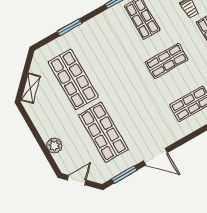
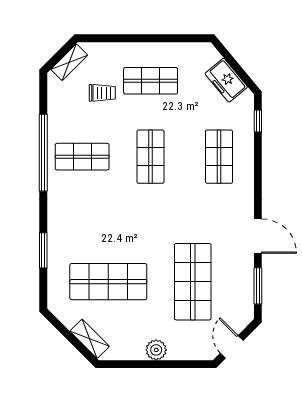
shop shelf: (103, 132) -> (193, 282), turned 90
plant: (54, 145) -> (156, 350), moved
door: (155, 157) -> (258, 236), hinge flipped

